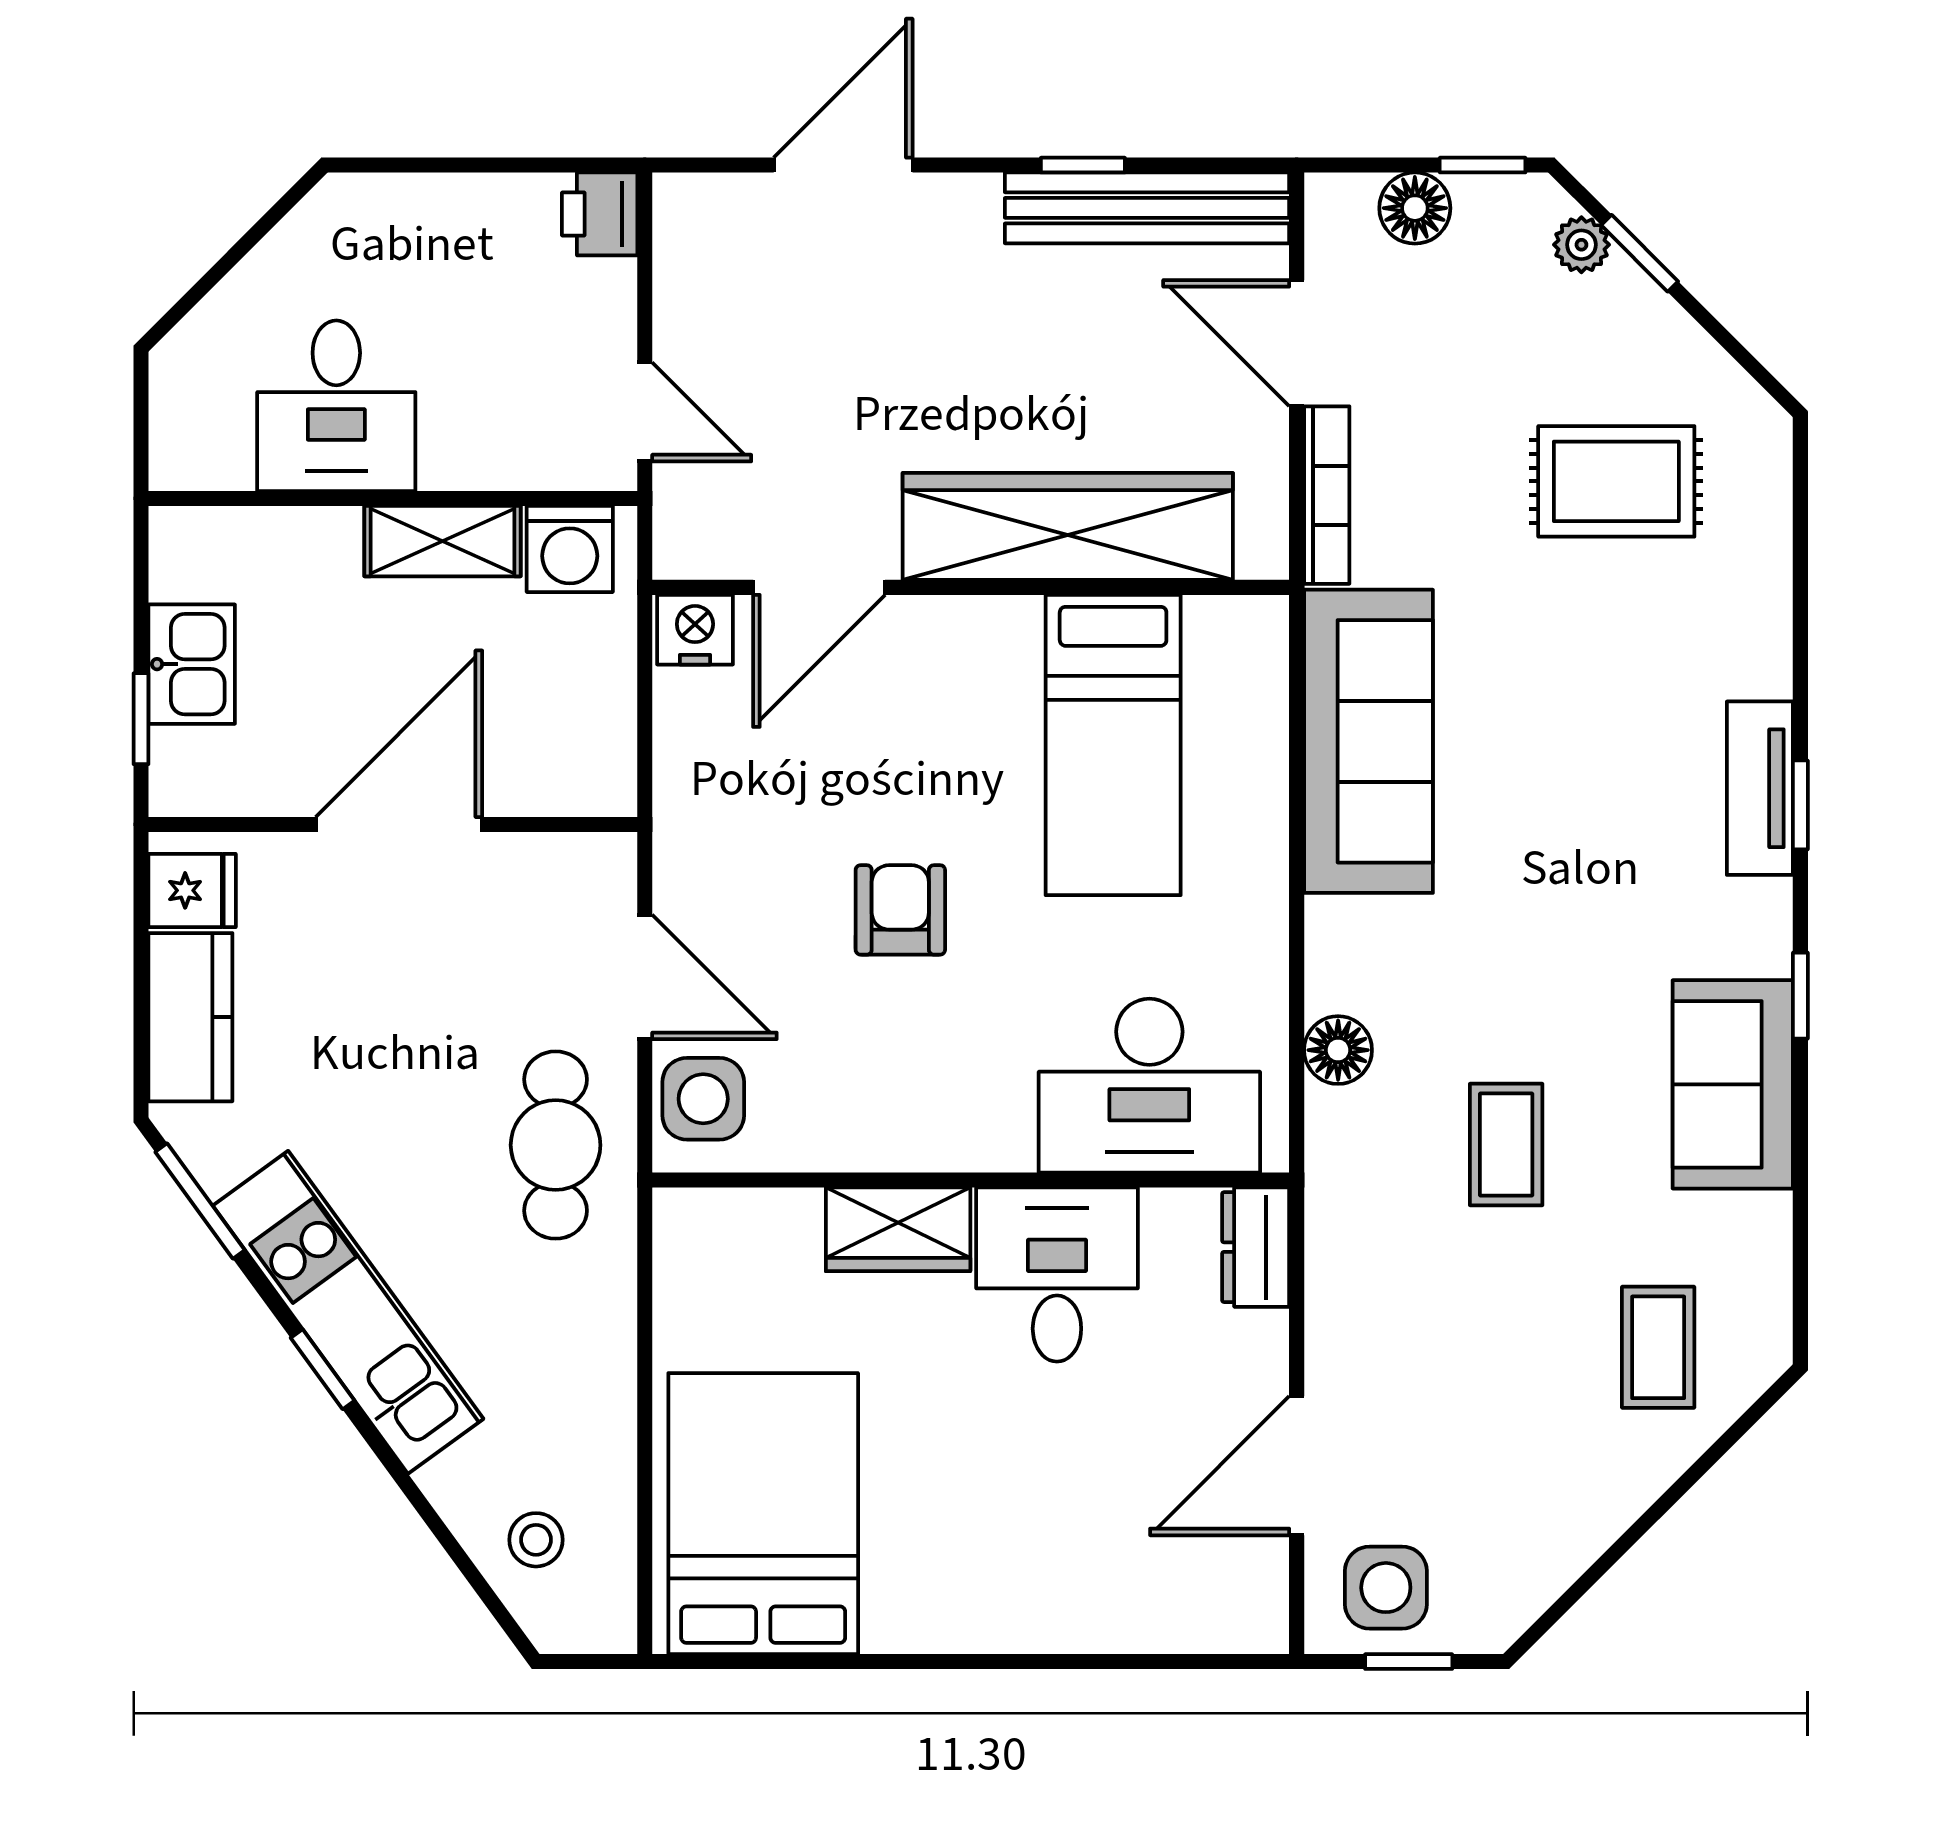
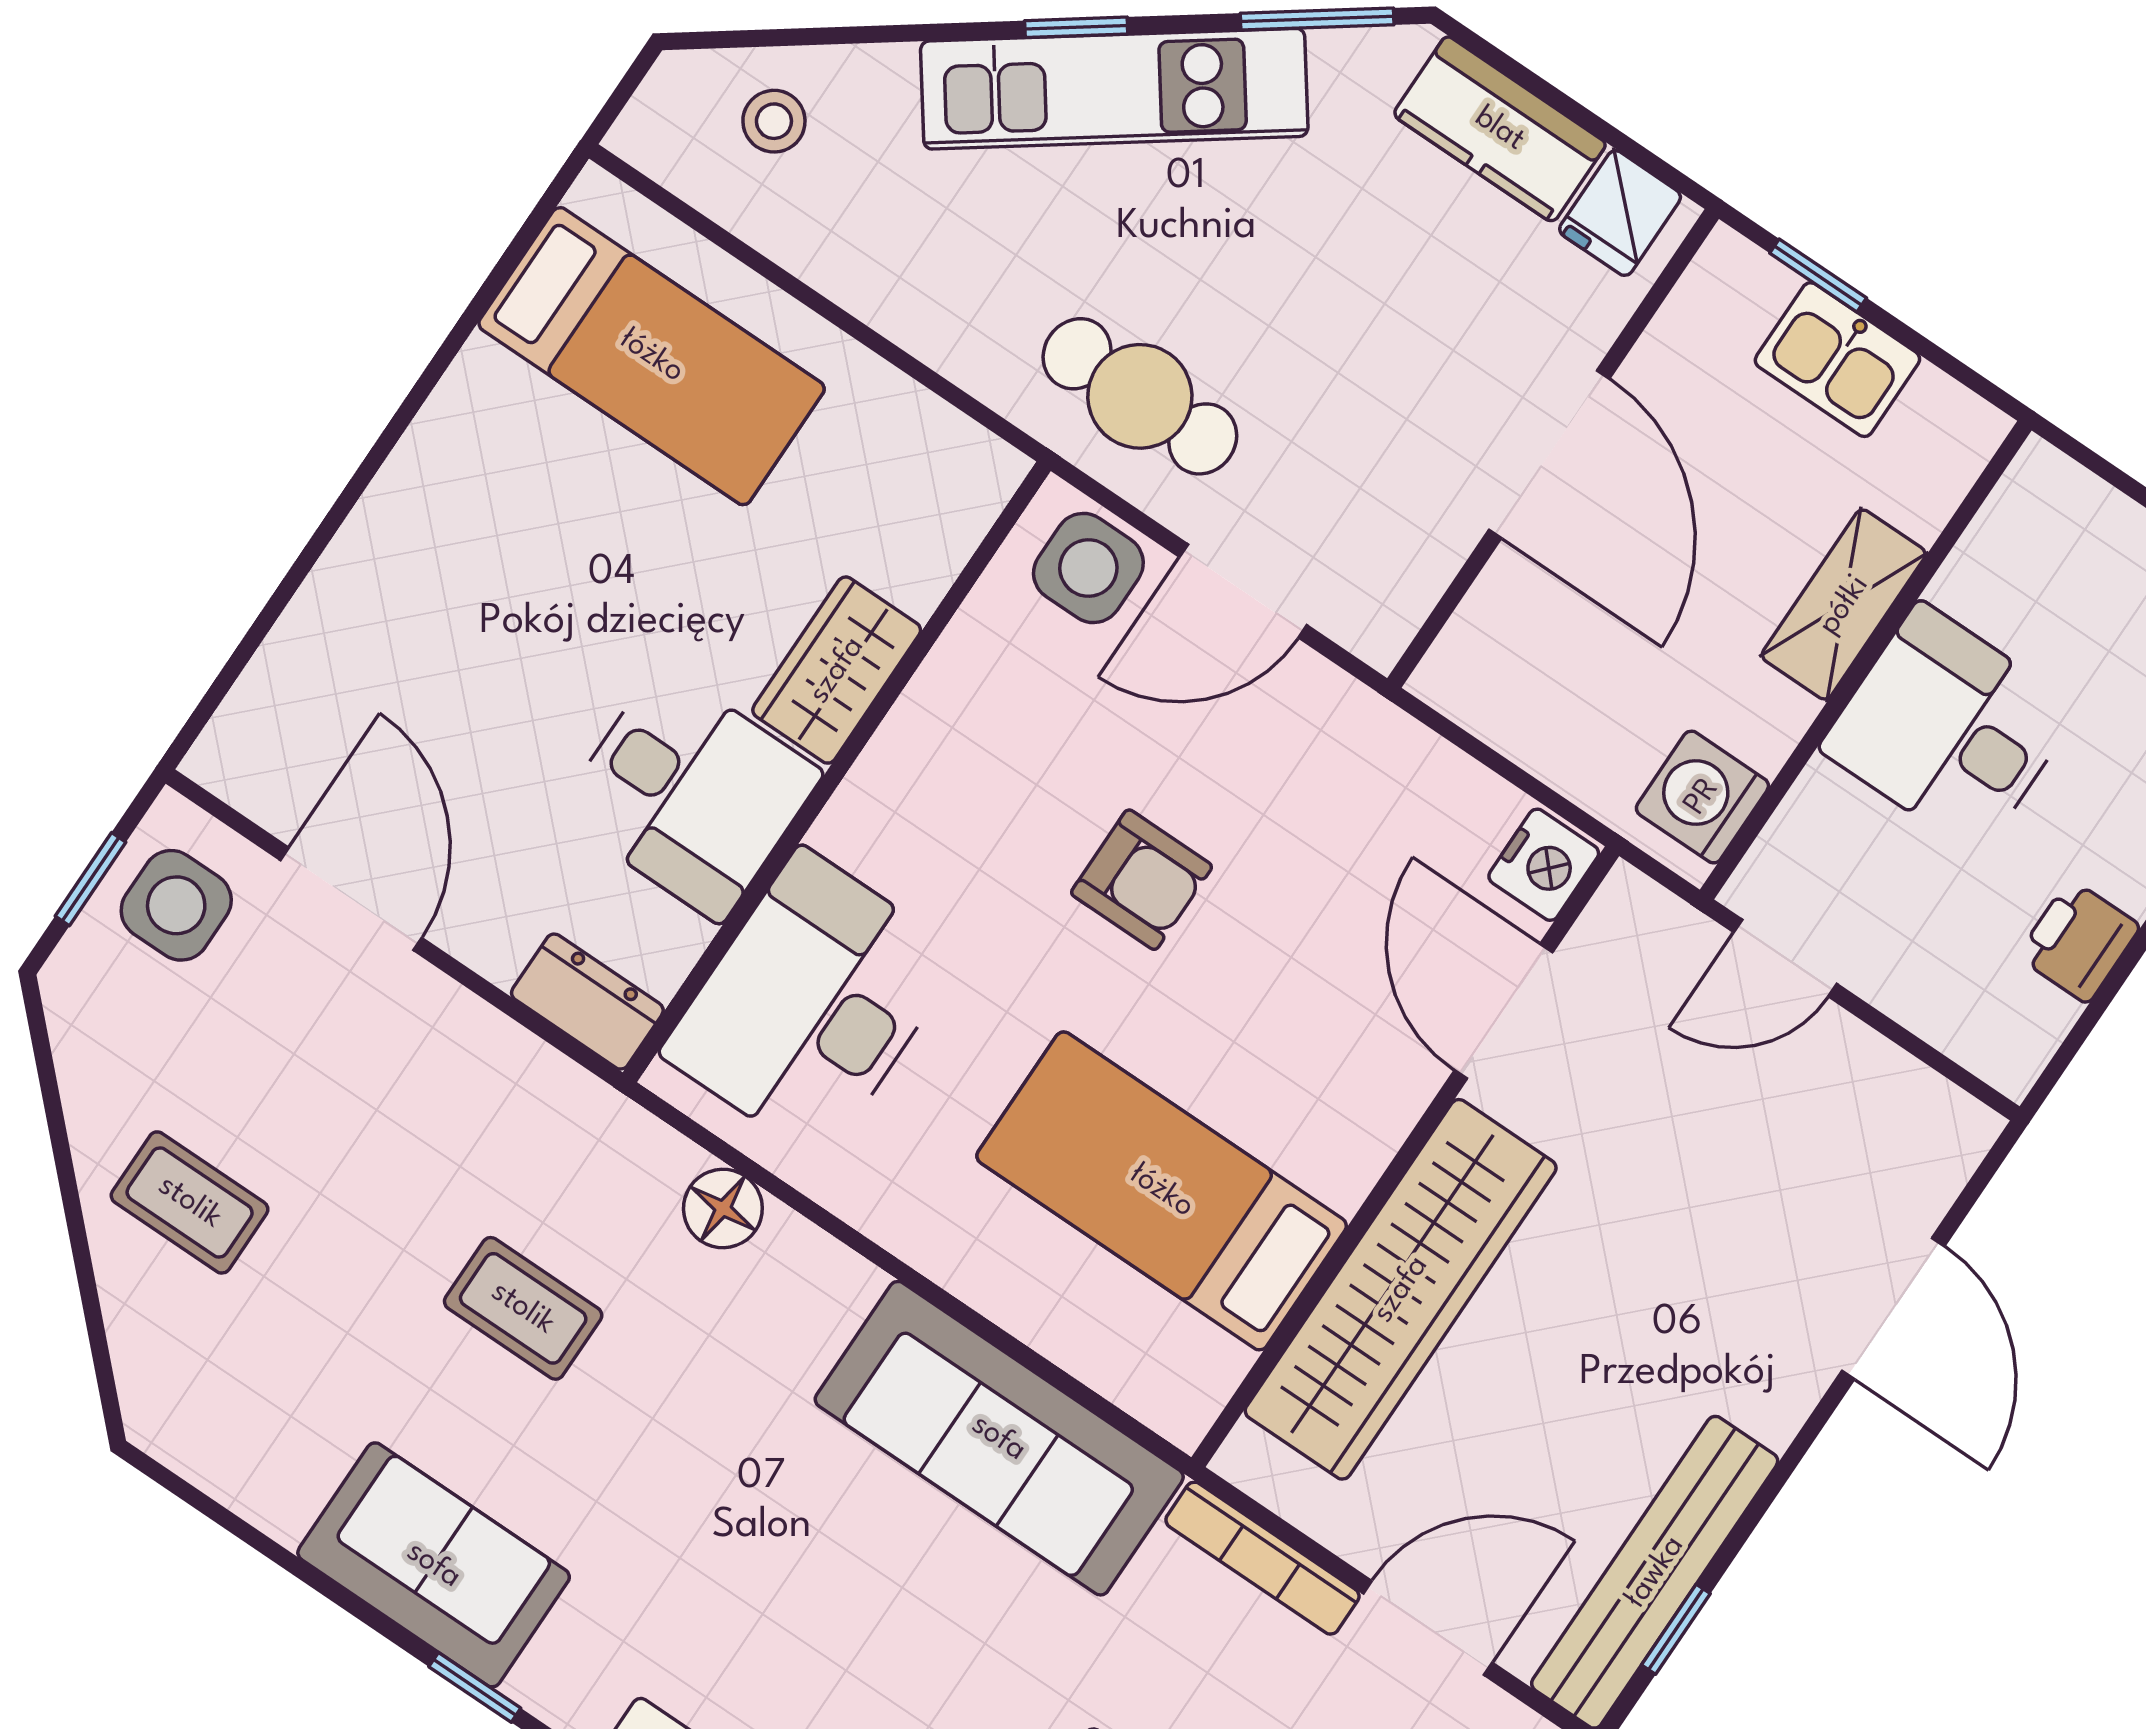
window: (1083, 165) -> (1676, 1629), moved
printer: (600, 214) -> (2079, 941), moved, turned -90
desk: (336, 406) -> (1949, 729), moved
shelving: (442, 541) -> (1844, 605), moved
coffee table: (1658, 1347) -> (190, 1202), moved
bed: (763, 1514) -> (652, 356), width x0.67

